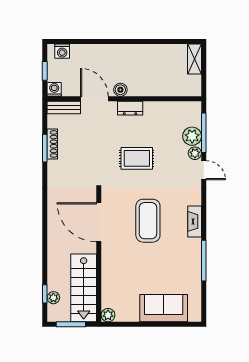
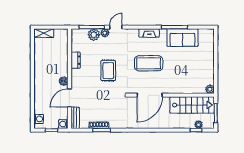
dresser: (130, 108) -> (76, 60), moved
sofa: (164, 308) -> (182, 38), moved, turned -90

